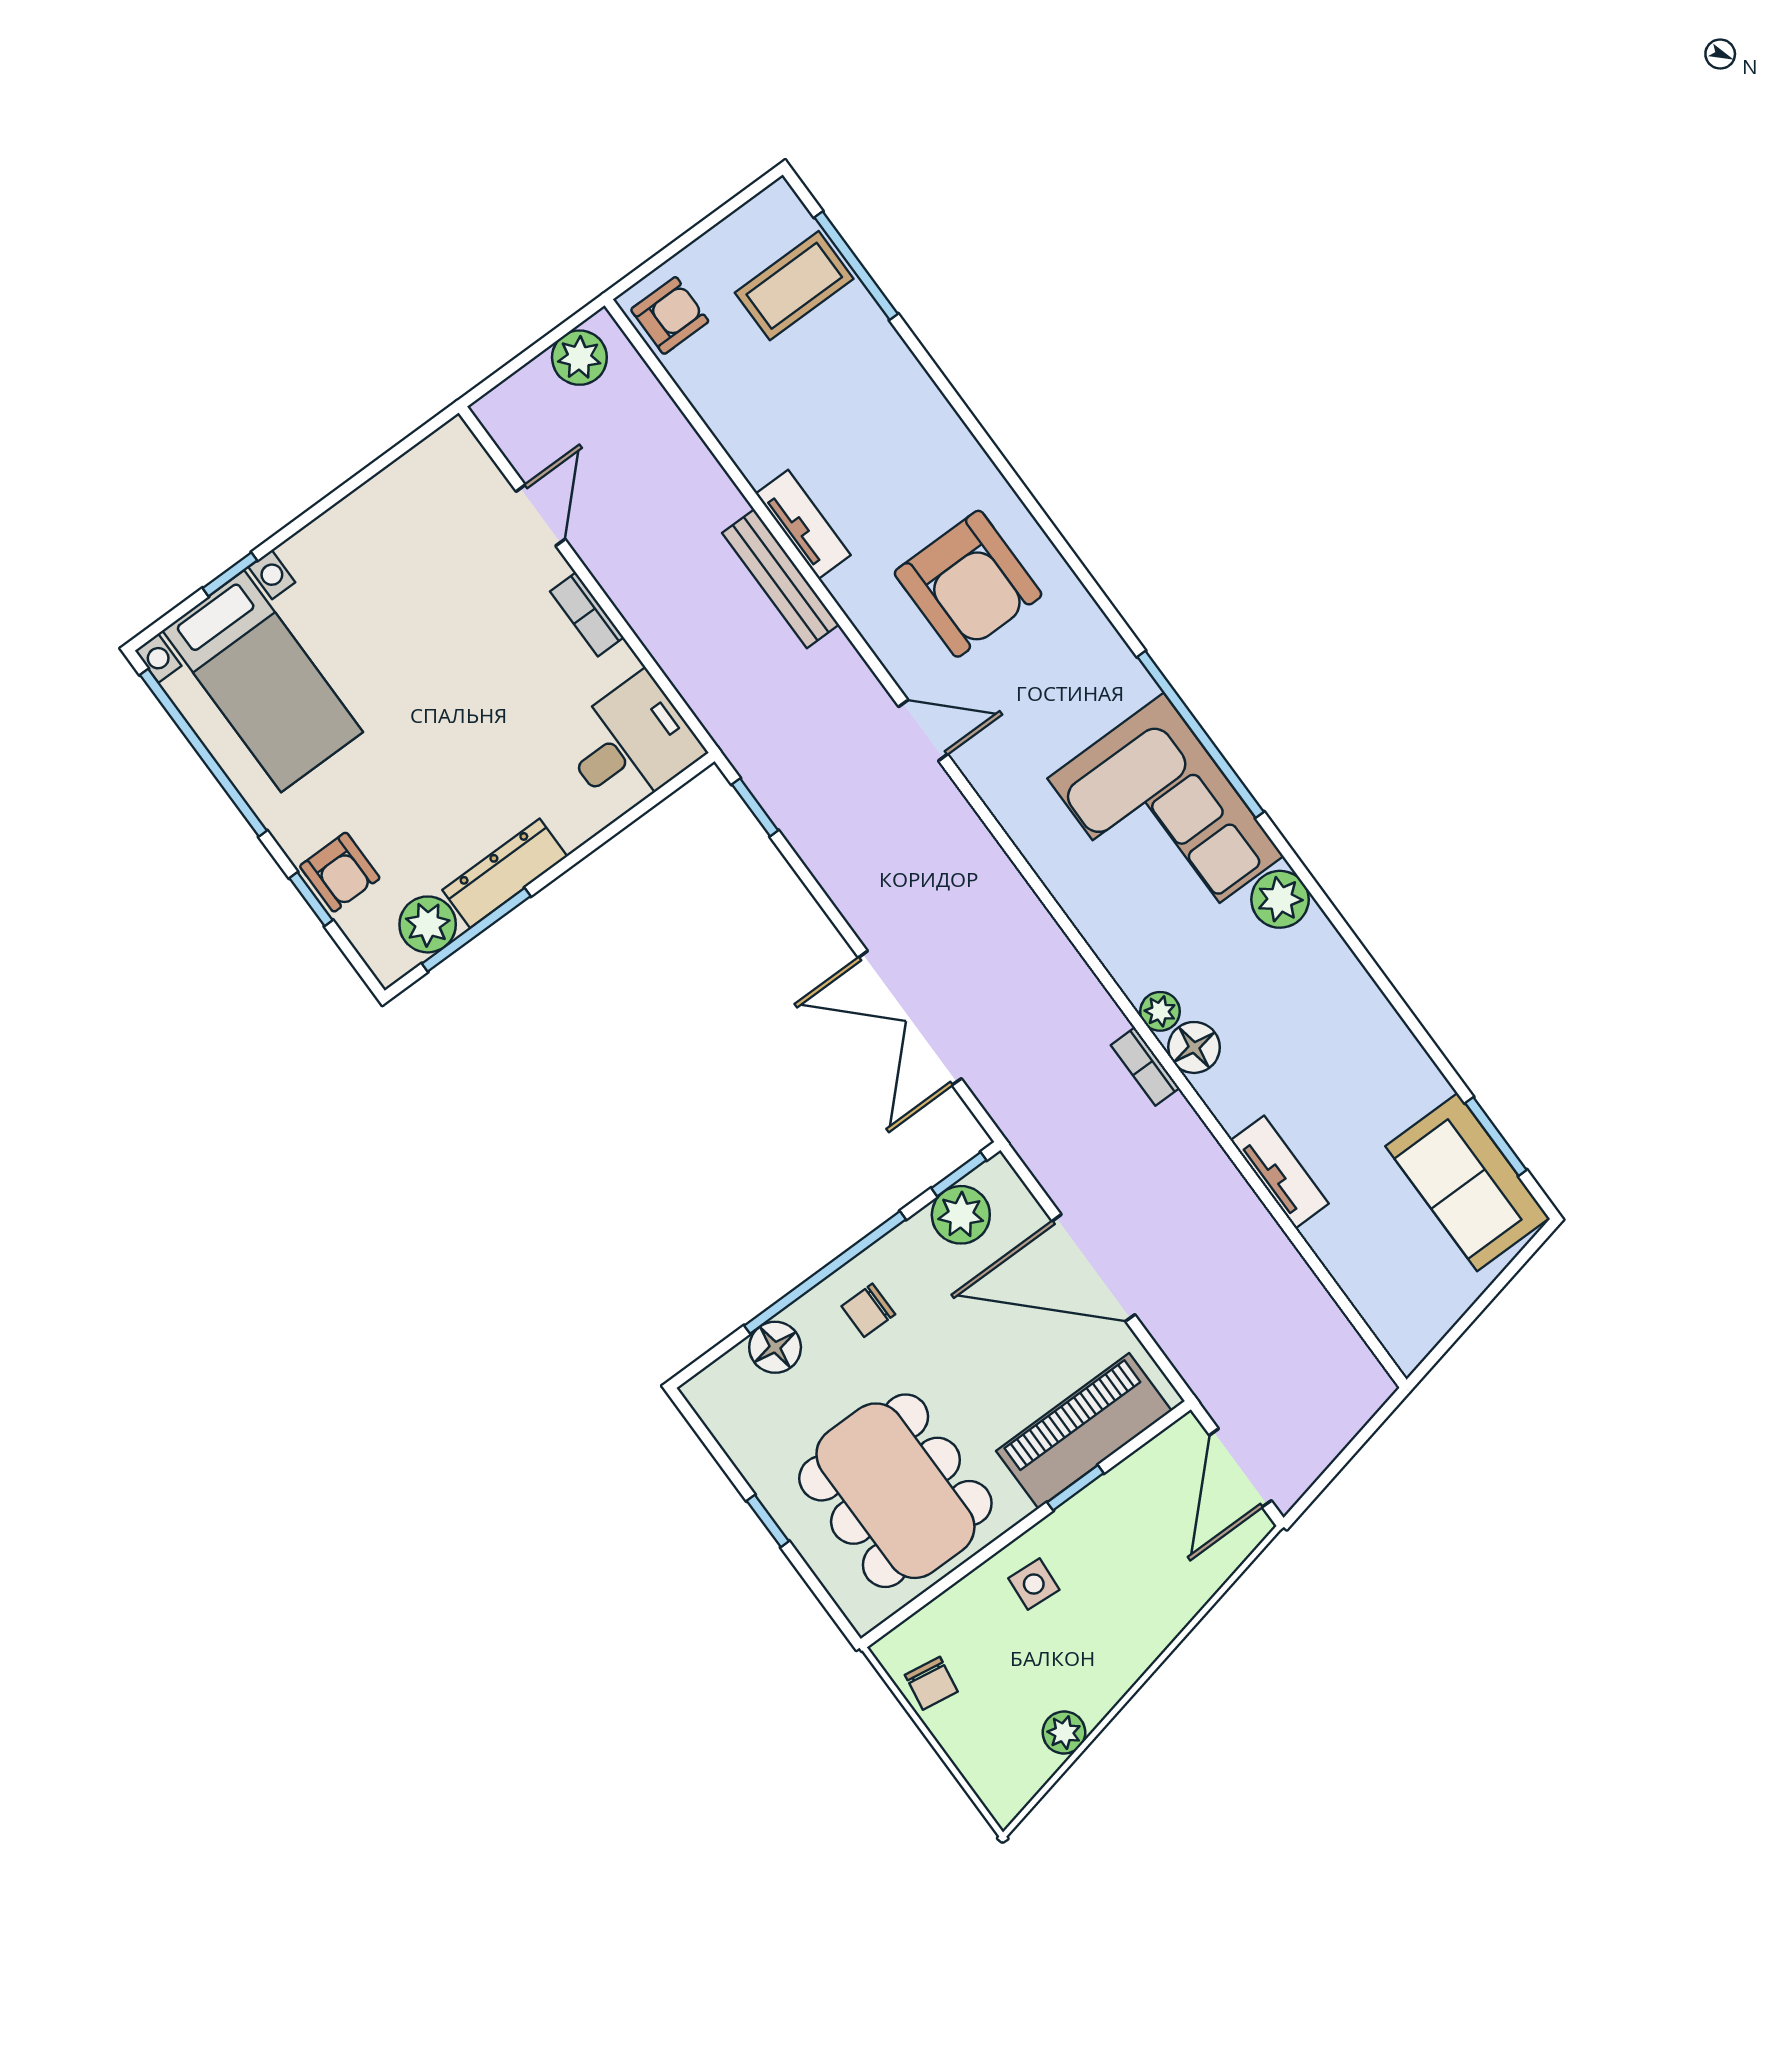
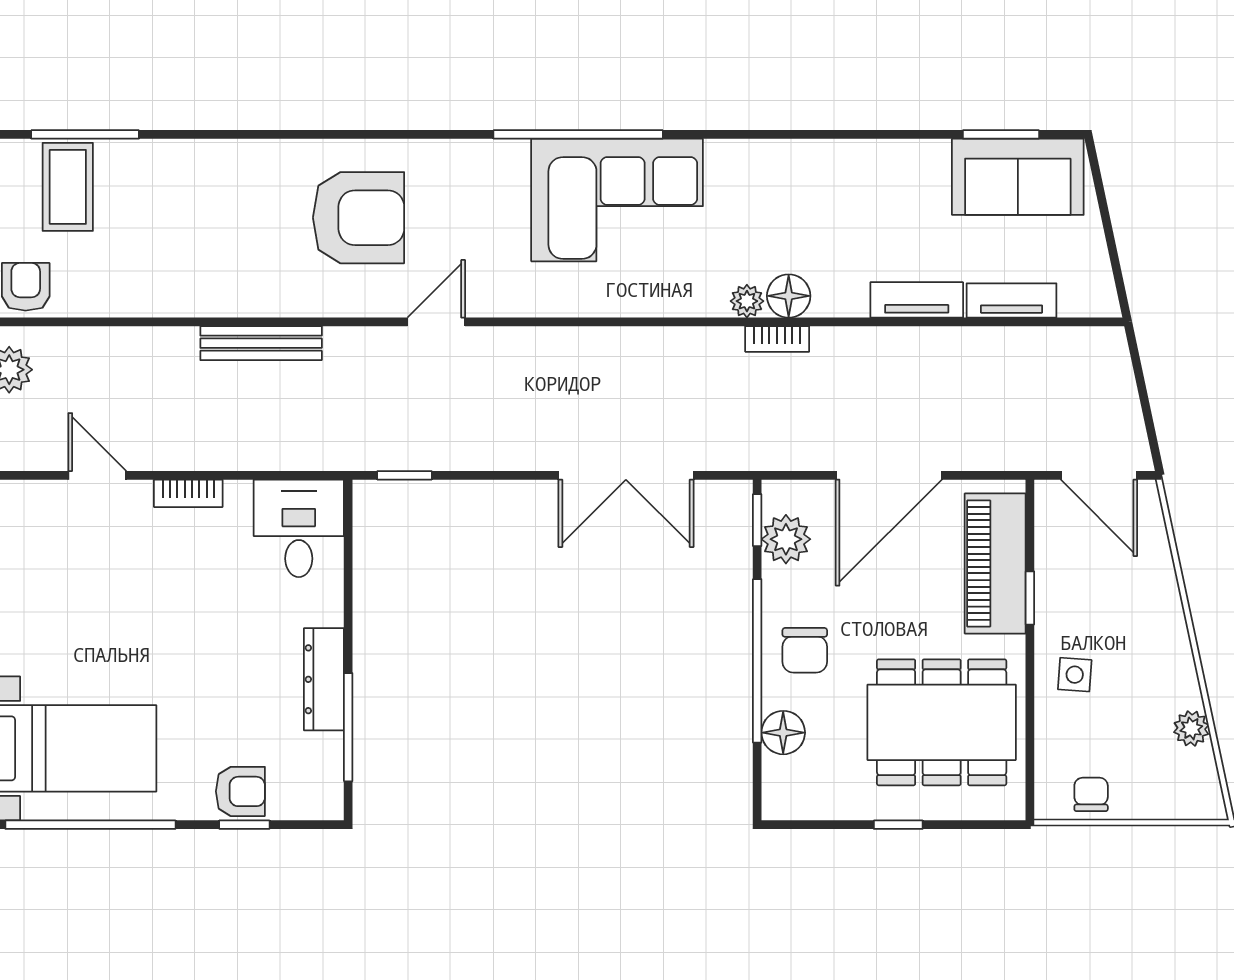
tv unit: (803, 524) -> (1011, 300), moved
plant: (1280, 899) -> (731, 163), removed
plant: (428, 924) -> (320, 758), removed
chair: (868, 1310) -> (805, 650), width x1.37, depth x1.37
chair: (931, 1683) -> (1091, 794), turned -99

